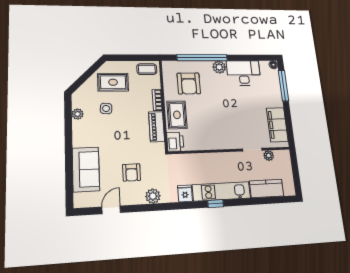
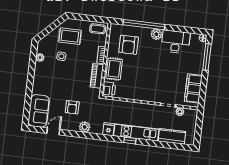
sofa: (86, 169) -> (39, 111), moved

